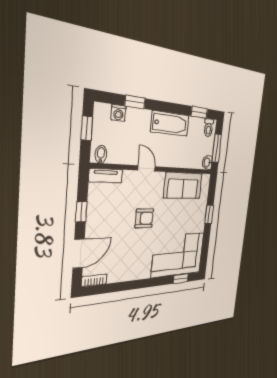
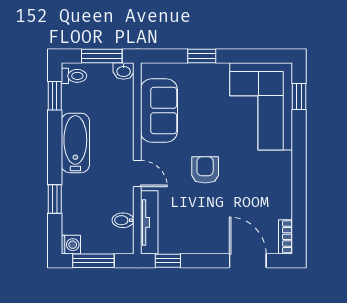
washing machine: (118, 113) -> (71, 245), moved
window: (87, 128) -> (93, 261), width x1.50
bidet: (101, 154) -> (123, 220), moved
door: (146, 168) -> (137, 174), swing flipped
tv unit: (106, 176) -> (149, 222), width x1.41
window: (81, 212) -> (168, 261), moved

